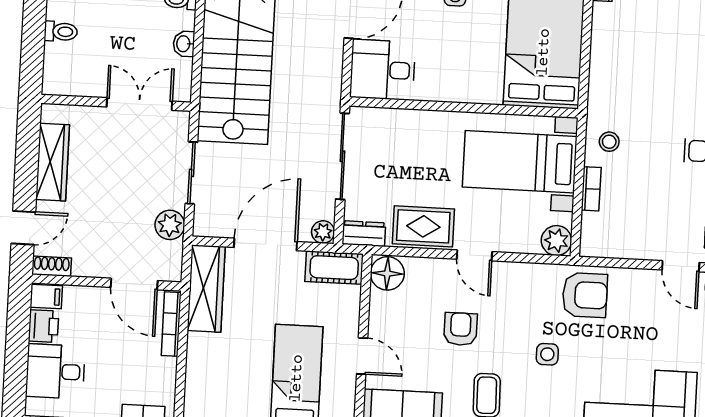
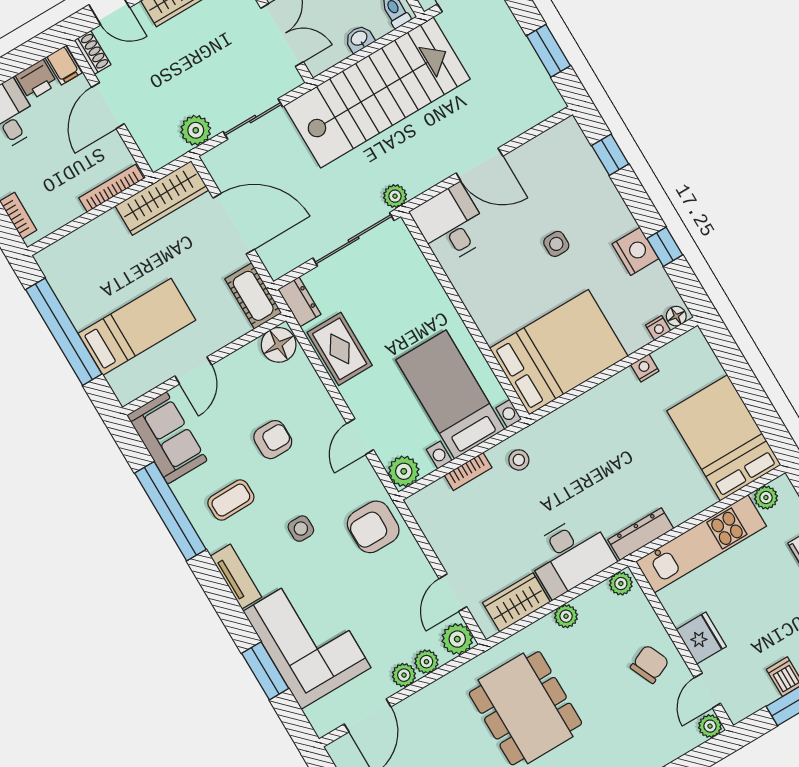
plant: (323, 232) -> (395, 196), moved
door: (474, 255) -> (360, 437), moved
door: (134, 284) -> (108, 106), moved
armchair: (585, 295) -> (373, 527), turned 90

